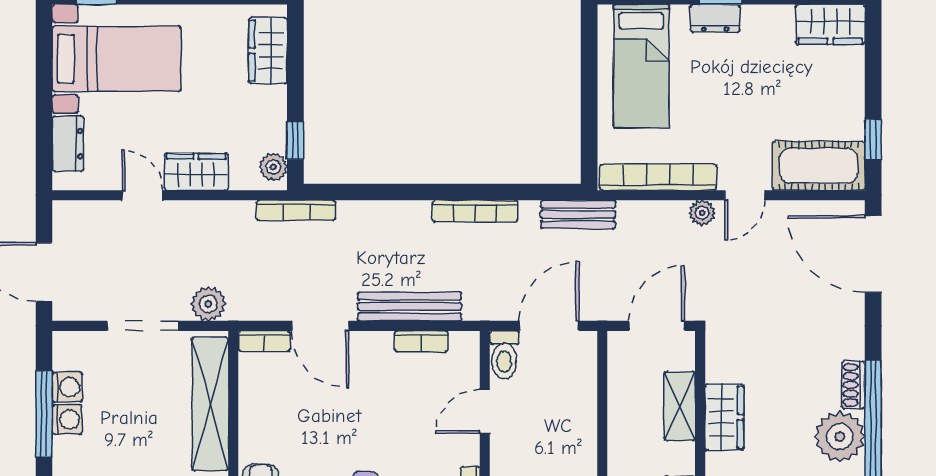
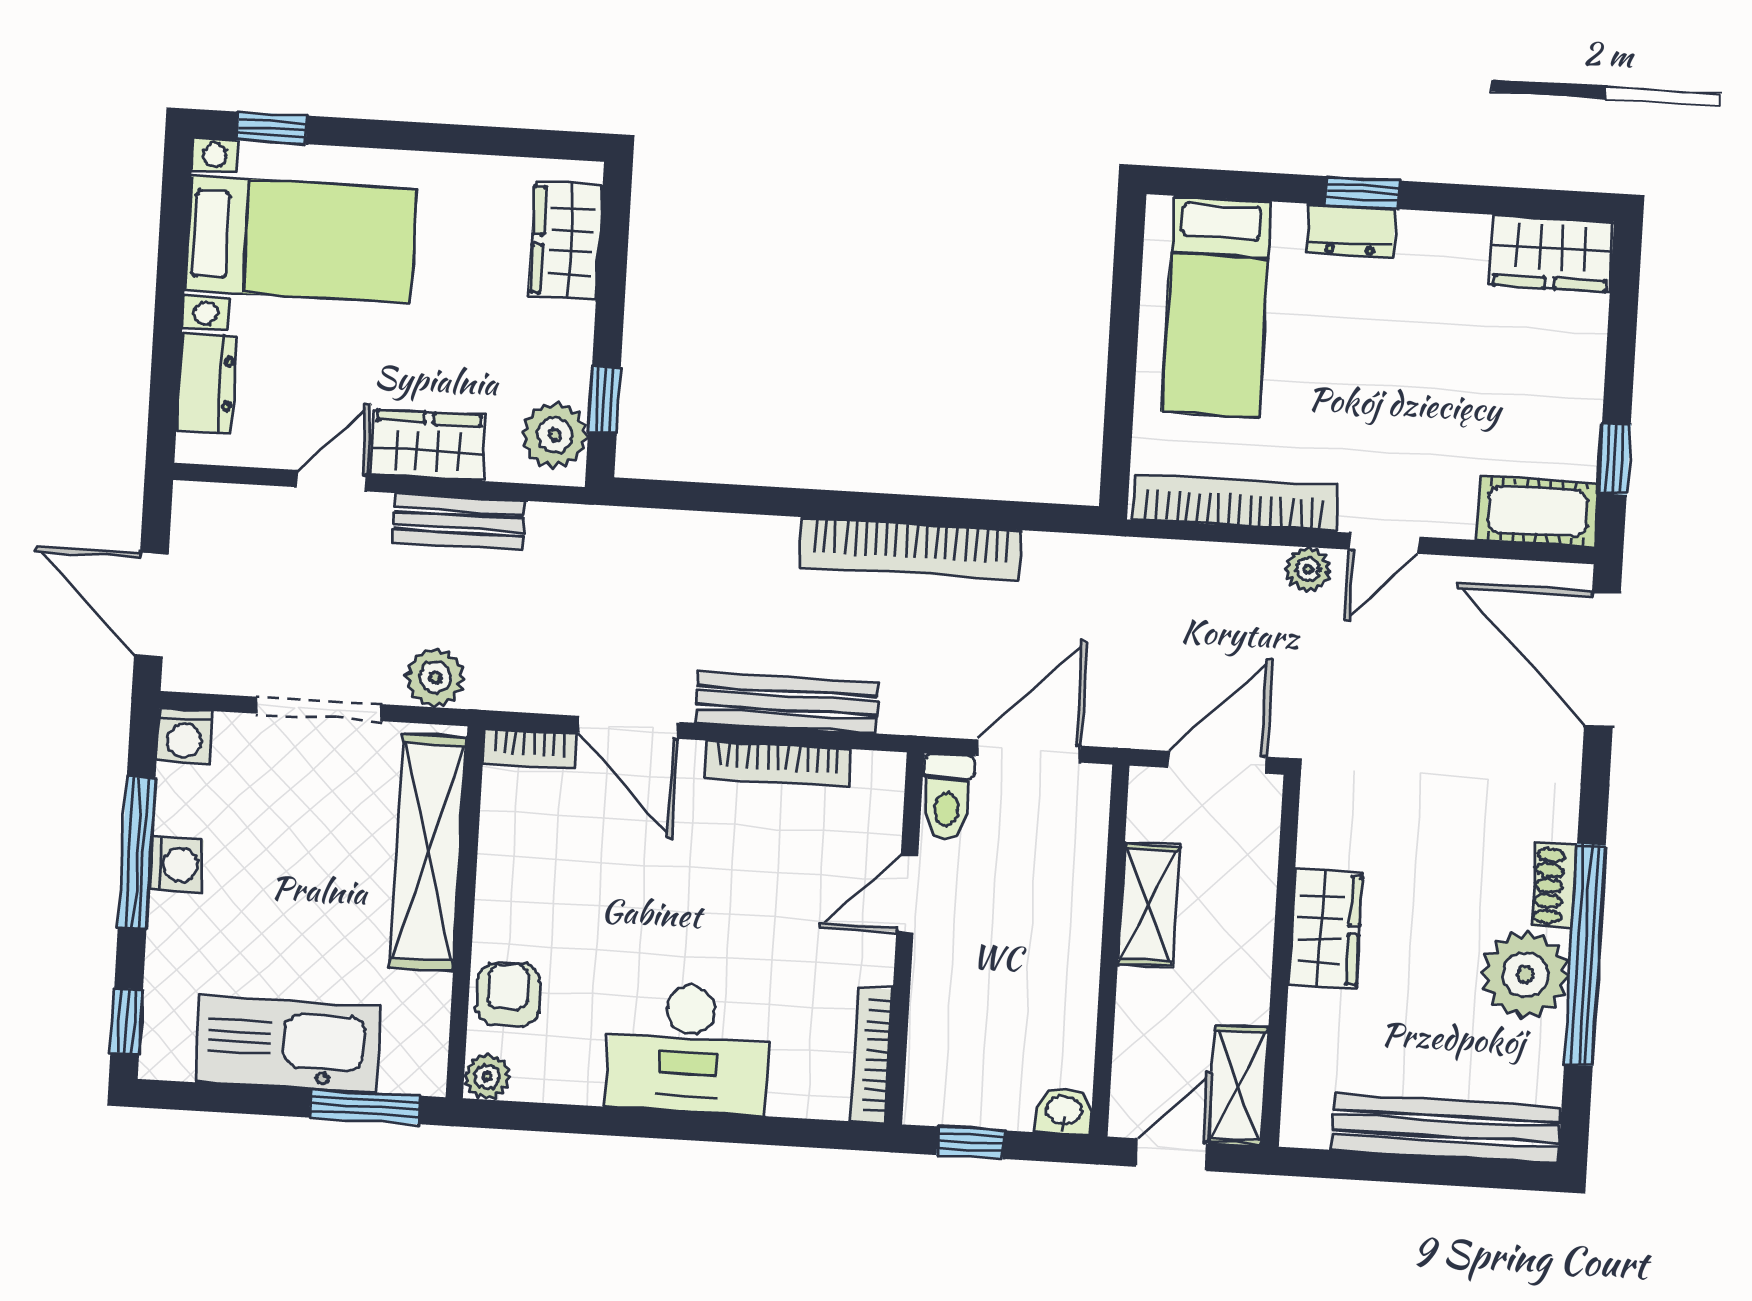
cot: (819, 166) -> (1538, 511), width x0.73, depth x0.75
plant: (273, 167) -> (555, 435), width x1.38, depth x1.38
door: (142, 195) -> (331, 481), hinge flipped
bookcase: (296, 210) -> (598, 523), removed
bookcase: (475, 211) -> (911, 549), width x1.48, depth x1.31
bench: (578, 214) -> (459, 522), moved
bookcase: (421, 341) -> (778, 763), width x1.56
washing machine: (67, 387) -> (184, 736), moved, turned 90
shelving: (680, 406) -> (1148, 905), moved

